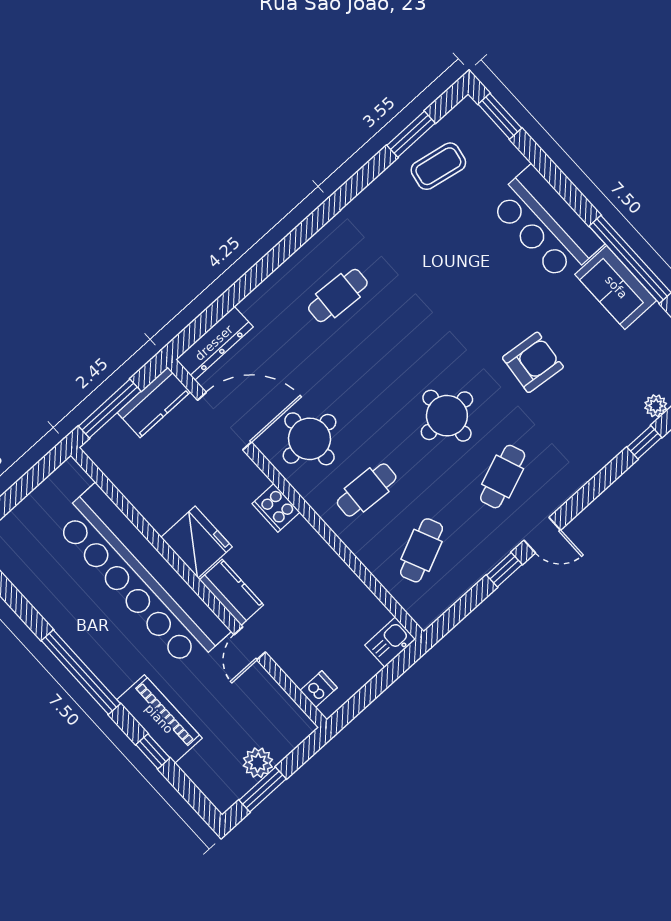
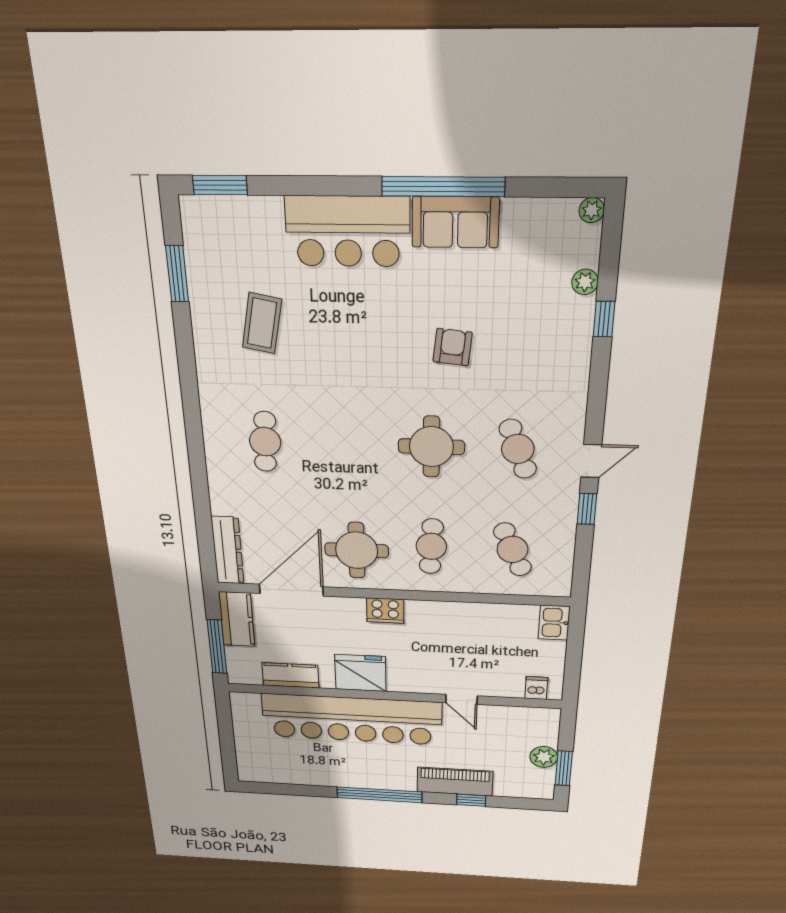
coffee table: (438, 166) -> (262, 323), moved
armchair: (533, 362) -> (453, 347), width x0.72, depth x0.72
kitchen counter: (231, 592) -> (290, 675), moved

